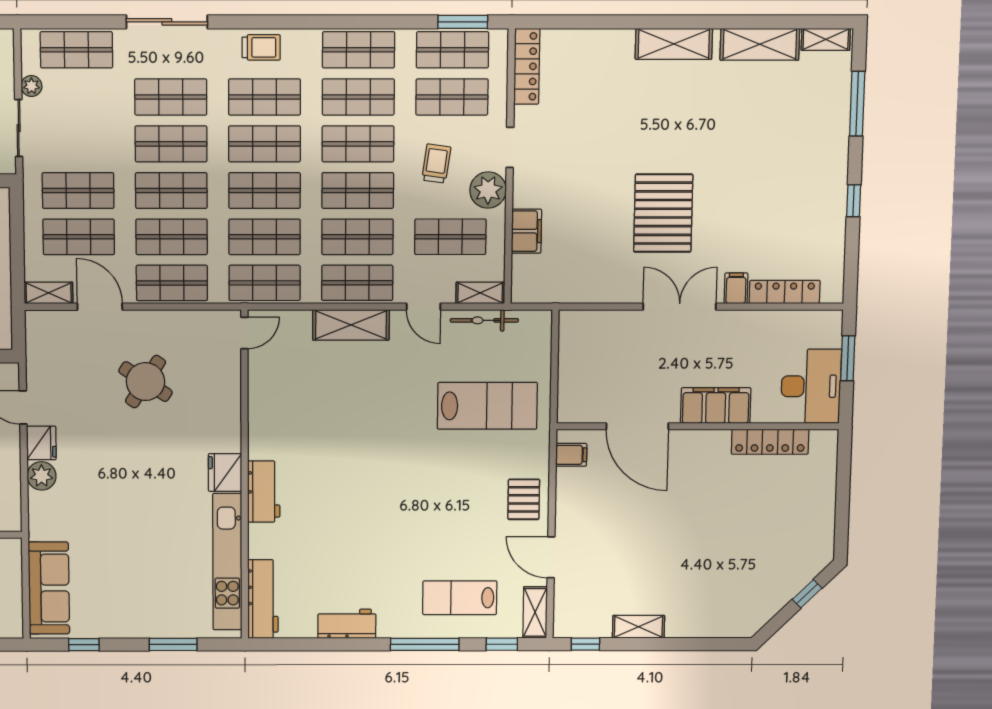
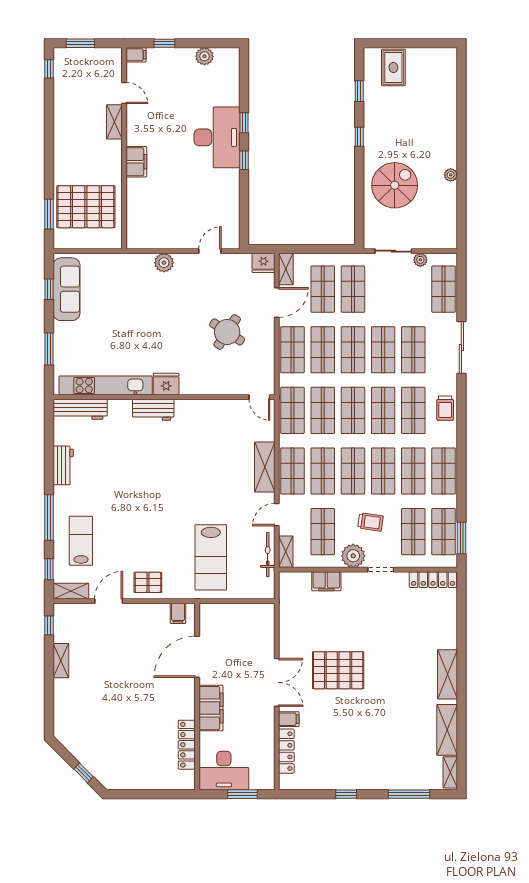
fridge: (41, 443) -> (263, 263), moved
sofa: (49, 588) -> (66, 289), moved, turned -90

